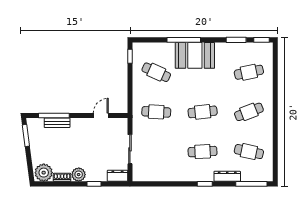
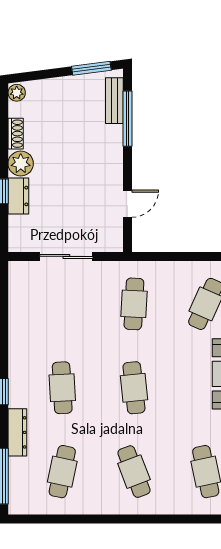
door: (101, 115) -> (127, 204), hinge flipped
bench: (57, 123) -> (114, 101), moved
plant: (44, 173) -> (17, 93), width x0.53, depth x0.53
dresser: (117, 176) -> (18, 196), moved

